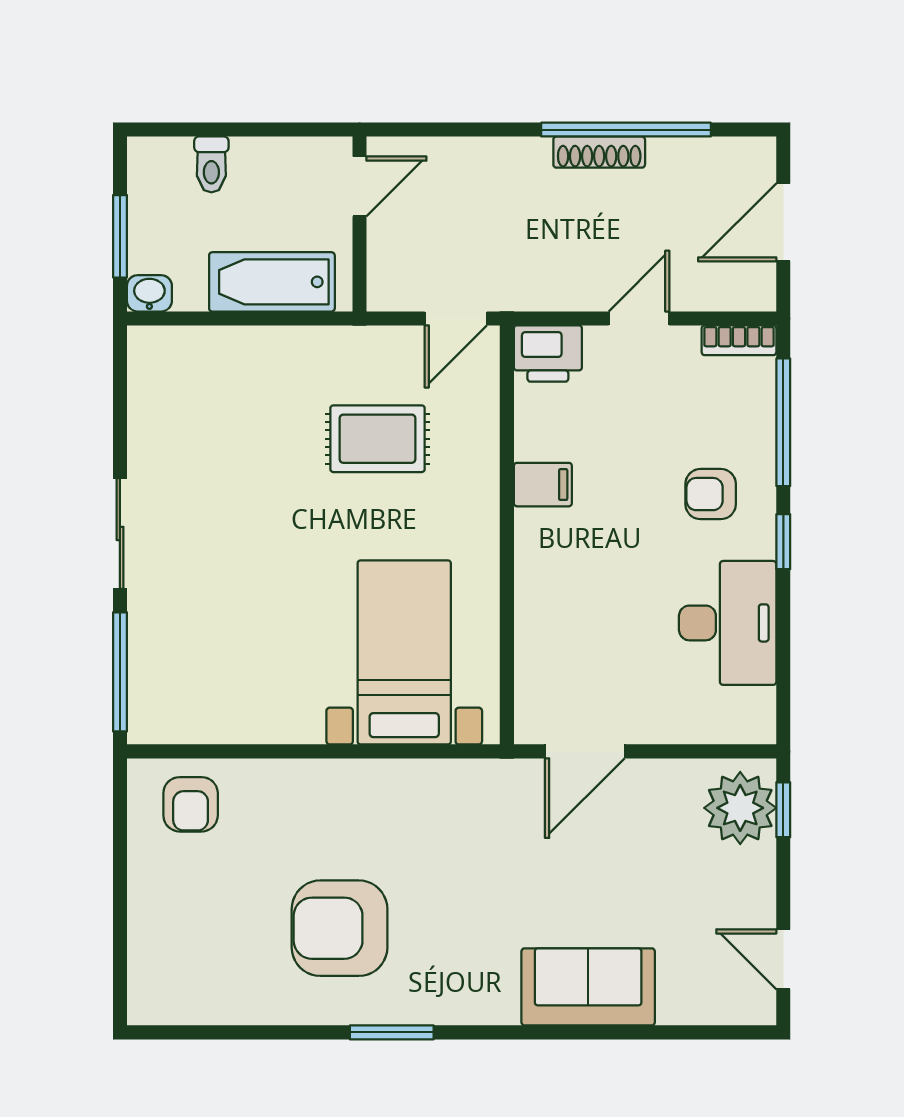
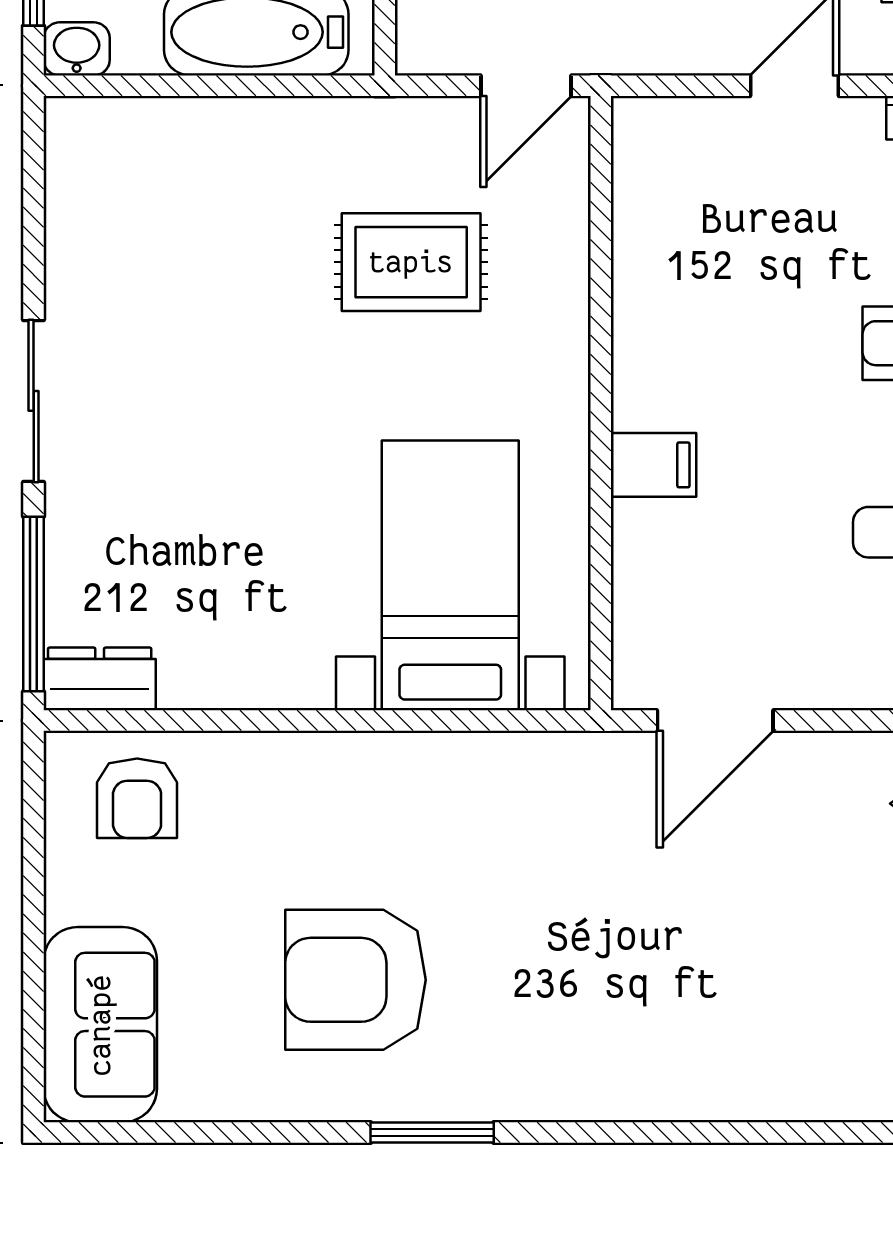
printer: (548, 354) -> (661, 137), removed
filing cabinet: (543, 485) -> (654, 465), moved
dresser: (165, 723) -> (100, 679), added
sofa: (588, 987) -> (100, 1025), moved, turned 90

